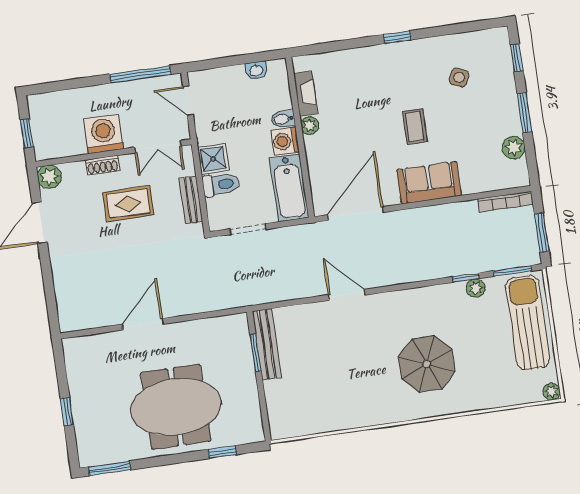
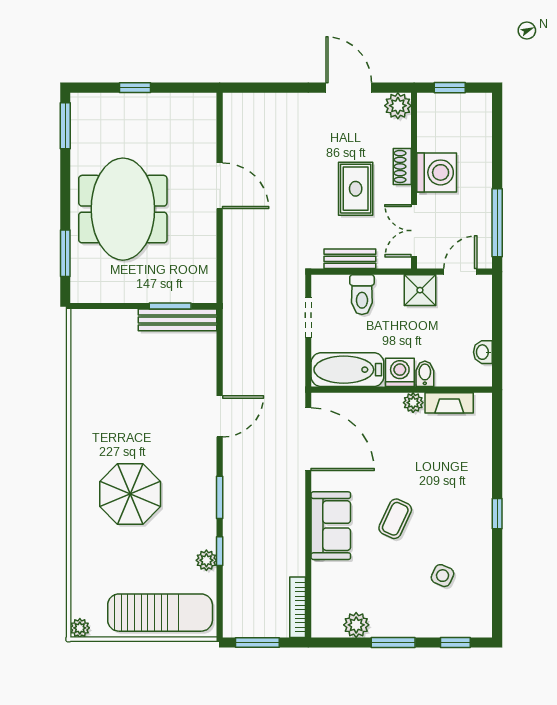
coffee table: (415, 127) -> (395, 519), turned -65
shower: (213, 159) -> (420, 290), moved
window: (513, 271) -> (220, 497), moved
window: (222, 452) -> (65, 253), width x1.50

